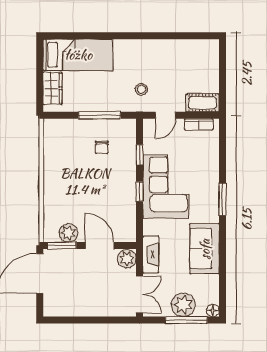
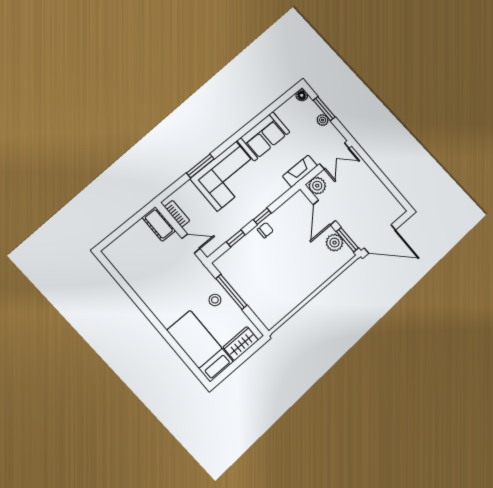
stool: (141, 89) -> (215, 300), moved
chair: (102, 147) -> (265, 230), moved
corner sofa: (166, 187) -> (227, 176), moved, turned 180
window: (222, 199) -> (200, 166), moved
double door: (140, 295) -> (334, 156), swing flipped
plant: (183, 305) -> (323, 120), width x0.53, depth x0.53
window: (186, 320) -> (324, 109), width x0.69

